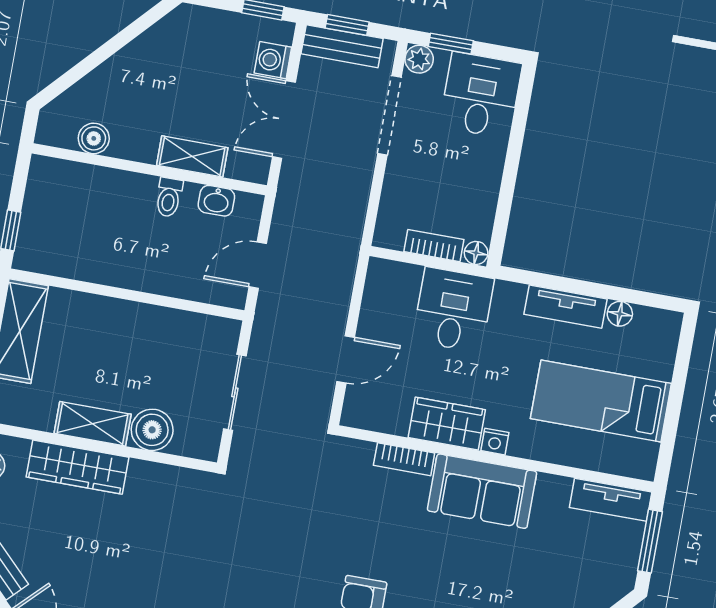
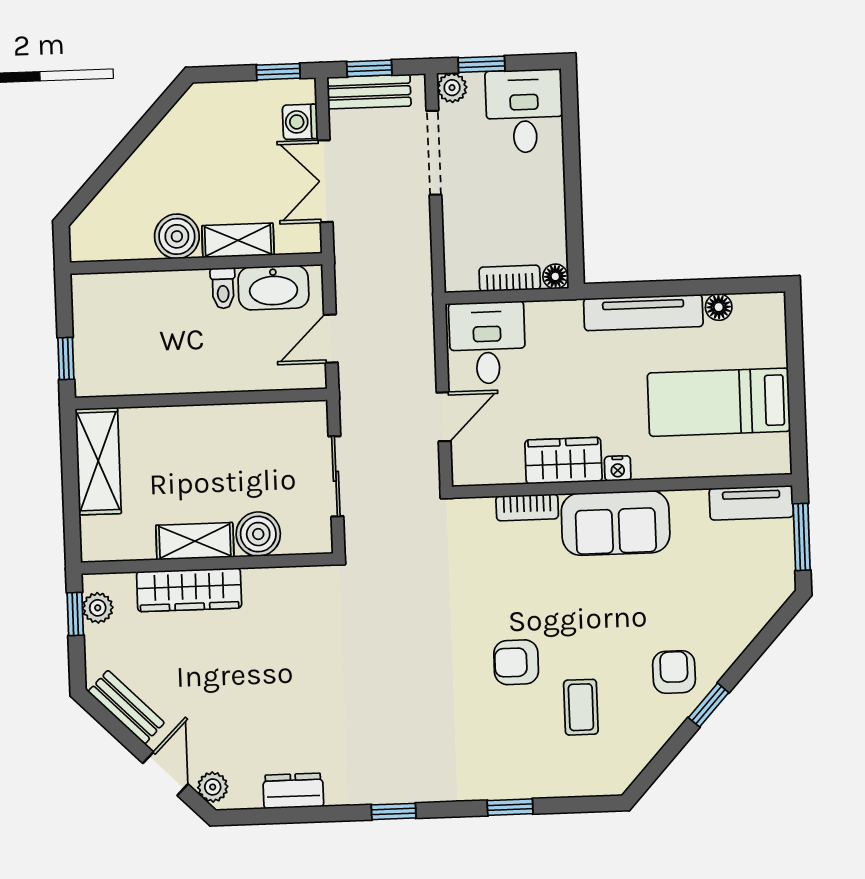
boiler: (94, 138) -> (177, 236), moved, width x1.36, depth x1.36
washbasin: (216, 201) -> (273, 288), width x1.91, depth x1.45
tv unit: (565, 307) -> (643, 313), width x1.41
desk: (453, 310) -> (487, 343), moved

